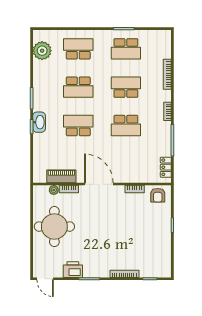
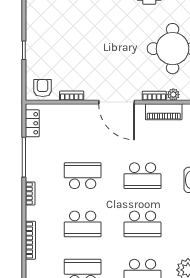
school desk: (78, 87) -> (143, 224), turned 180

